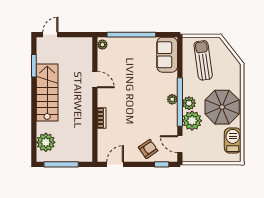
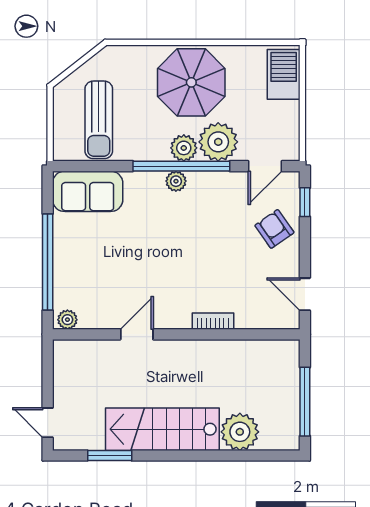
sun lounger: (203, 60) -> (99, 120), turned -82
barbecue: (233, 140) -> (284, 74), moved, turned 90
plant: (46, 142) -> (240, 432), moved

